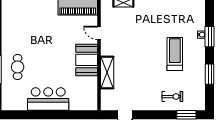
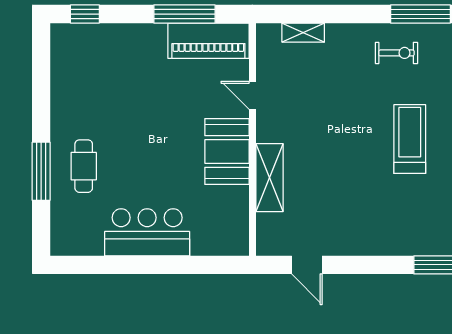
exercise bike: (172, 97) -> (396, 53), moved

